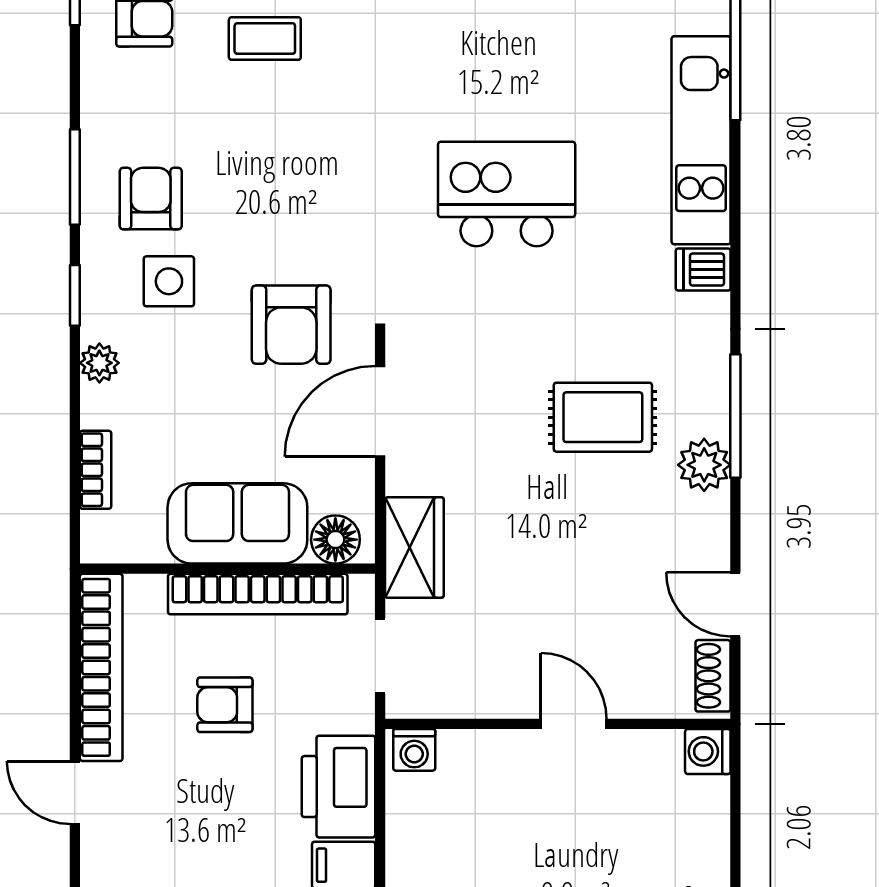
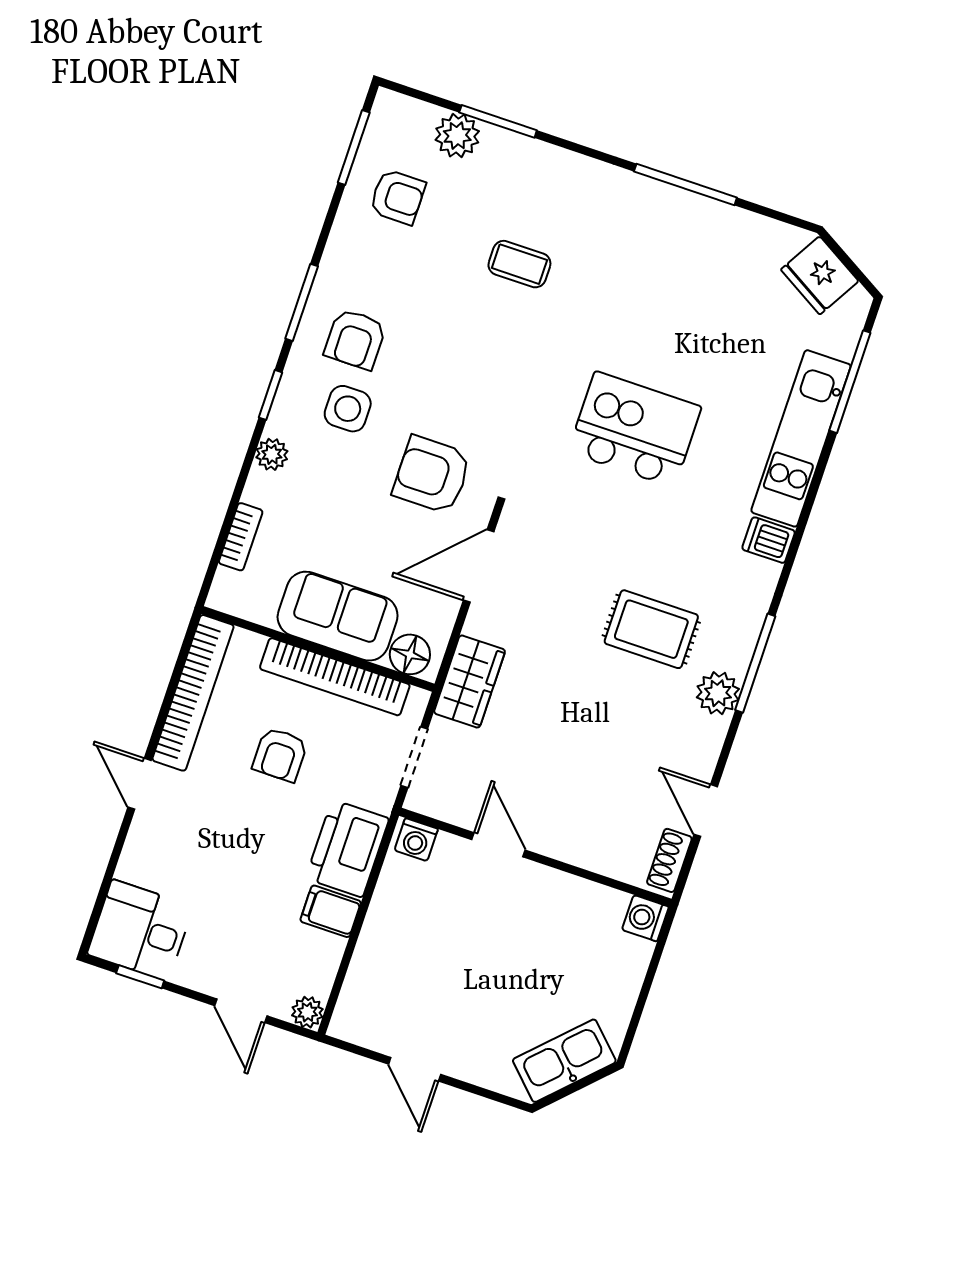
coffee table: (265, 39) -> (519, 264), moved
armchair: (151, 199) -> (355, 339), turned 180
armchair: (291, 325) -> (432, 475), turned 90
armchair: (225, 705) -> (280, 755), turned -90
door: (574, 724) -> (499, 845), moved

